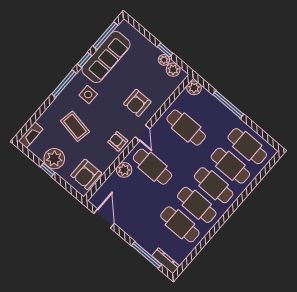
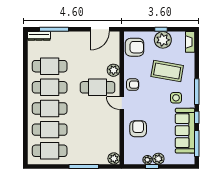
plant: (173, 70) -> (158, 159), moved
armchair: (137, 103) -> (138, 129), moved
coffee table: (75, 126) -> (167, 71), width x1.36, depth x1.32
cafe table: (186, 128) -> (98, 130), removed
armchair: (86, 174) -> (135, 47), turned 90
door: (104, 218) -> (100, 29), hinge flipped

